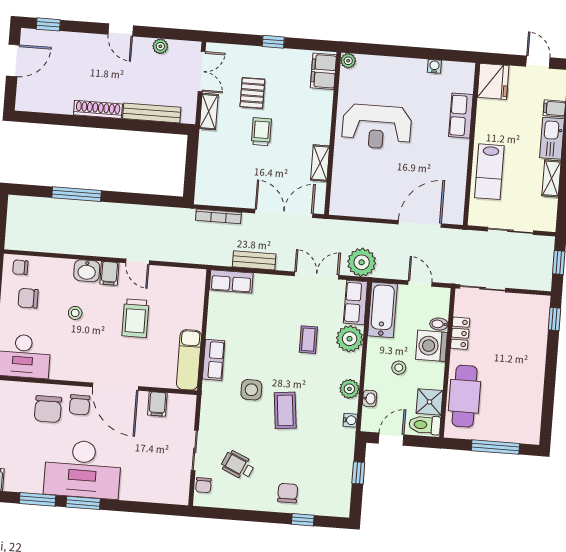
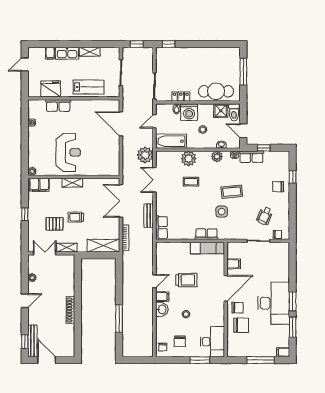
fridge: (493, 81) -> (51, 89), moved
bench: (152, 113) -> (32, 341), moved
shelving: (320, 163) -> (72, 183), moved
shelving: (207, 176) -> (103, 246), added
row of seats: (355, 302) -> (251, 157), moved

